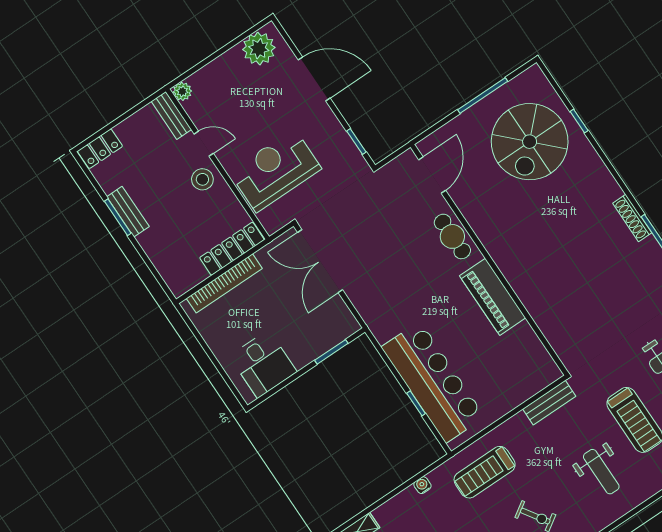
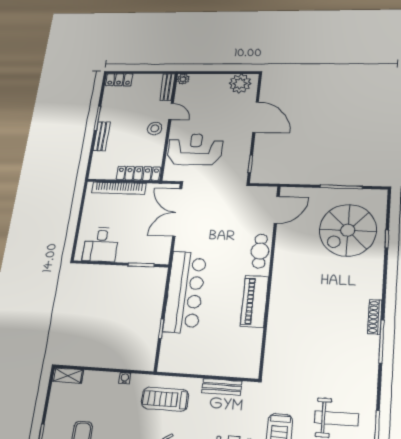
bench: (128, 212) -> (102, 136), moved
bar counter: (433, 382) -> (185, 292), moved
bench: (549, 403) -> (222, 387), moved

